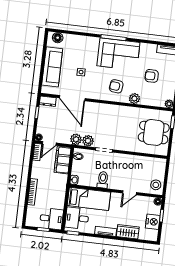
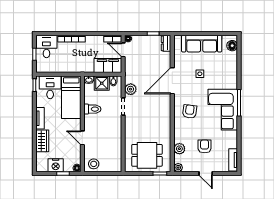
door: (72, 98) -> (172, 81), moved
plant: (134, 98) -> (179, 149), moved
dining table: (154, 132) -> (147, 155), turned 90
plant: (76, 139) -> (130, 77), removed
shower: (79, 168) -> (102, 83), added
desk: (51, 219) -> (46, 46), moved, turned 180

